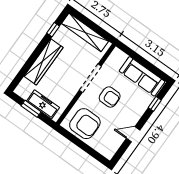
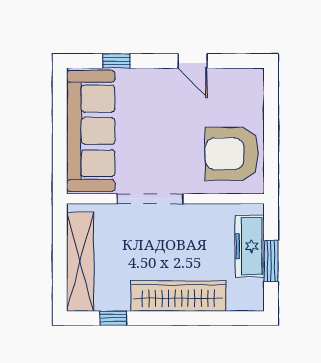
sofa: (142, 76) -> (91, 131), width x1.36, depth x1.27
armchair: (110, 97) -> (158, 144), removed
armchair: (85, 124) -> (232, 154), turned -90

